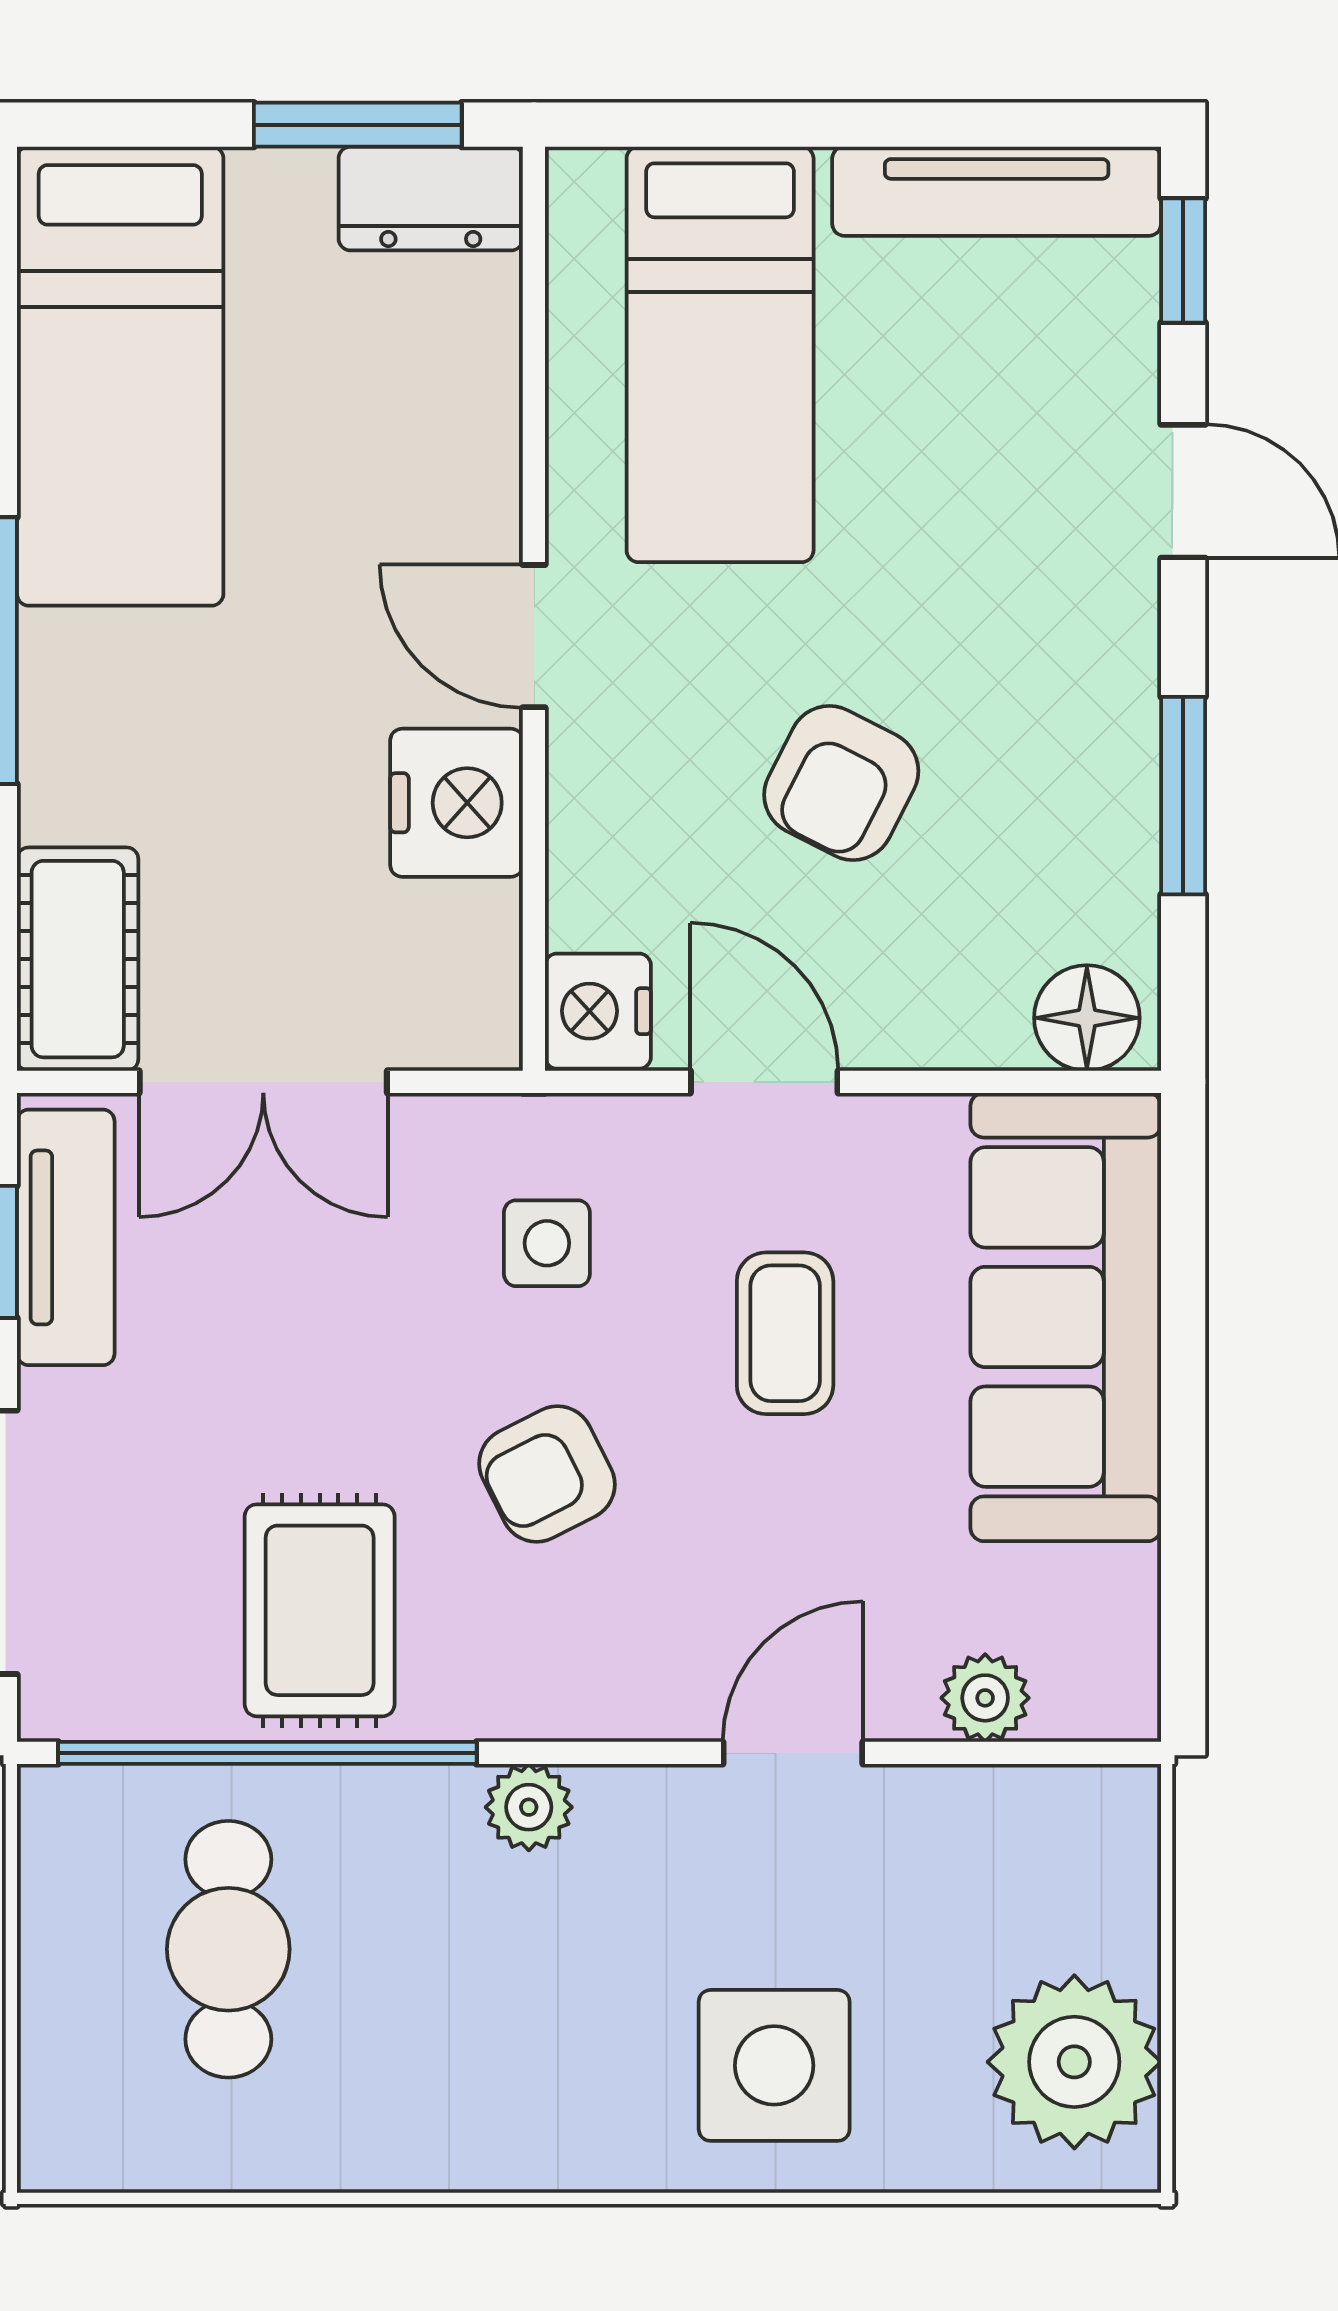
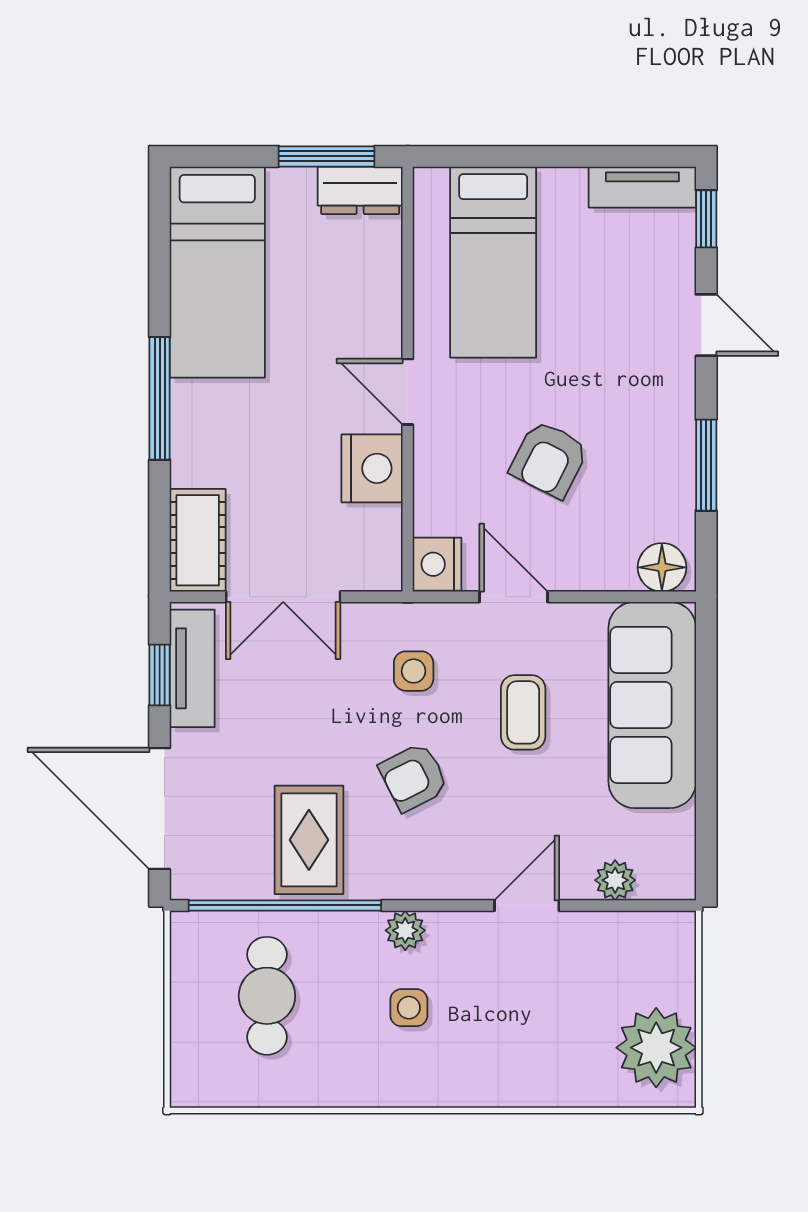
tv unit: (997, 191) -> (642, 187), width x0.71
side table: (774, 2065) -> (409, 1008), moved, width x0.54, depth x0.54

